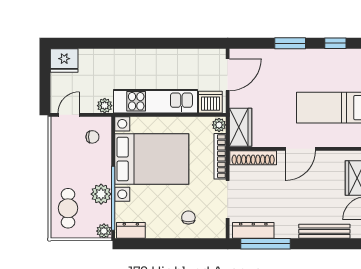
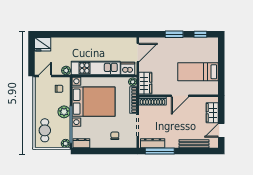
plant: (101, 194) -> (64, 112), moved

